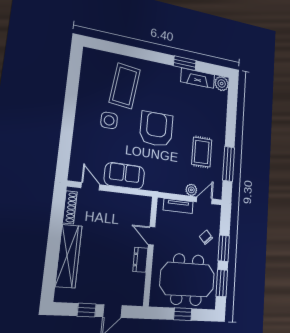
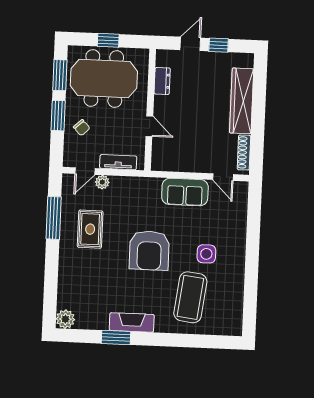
fireplace: (198, 78) -> (132, 322), moved
dresser: (140, 260) -> (162, 81), moved

